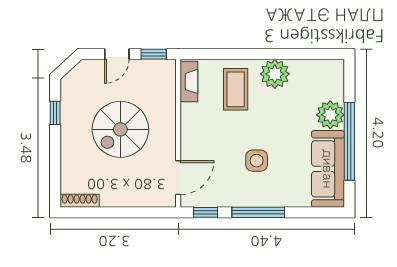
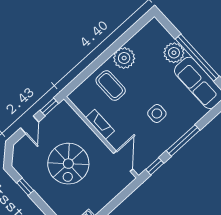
fireplace: (189, 81) -> (100, 124), moved

